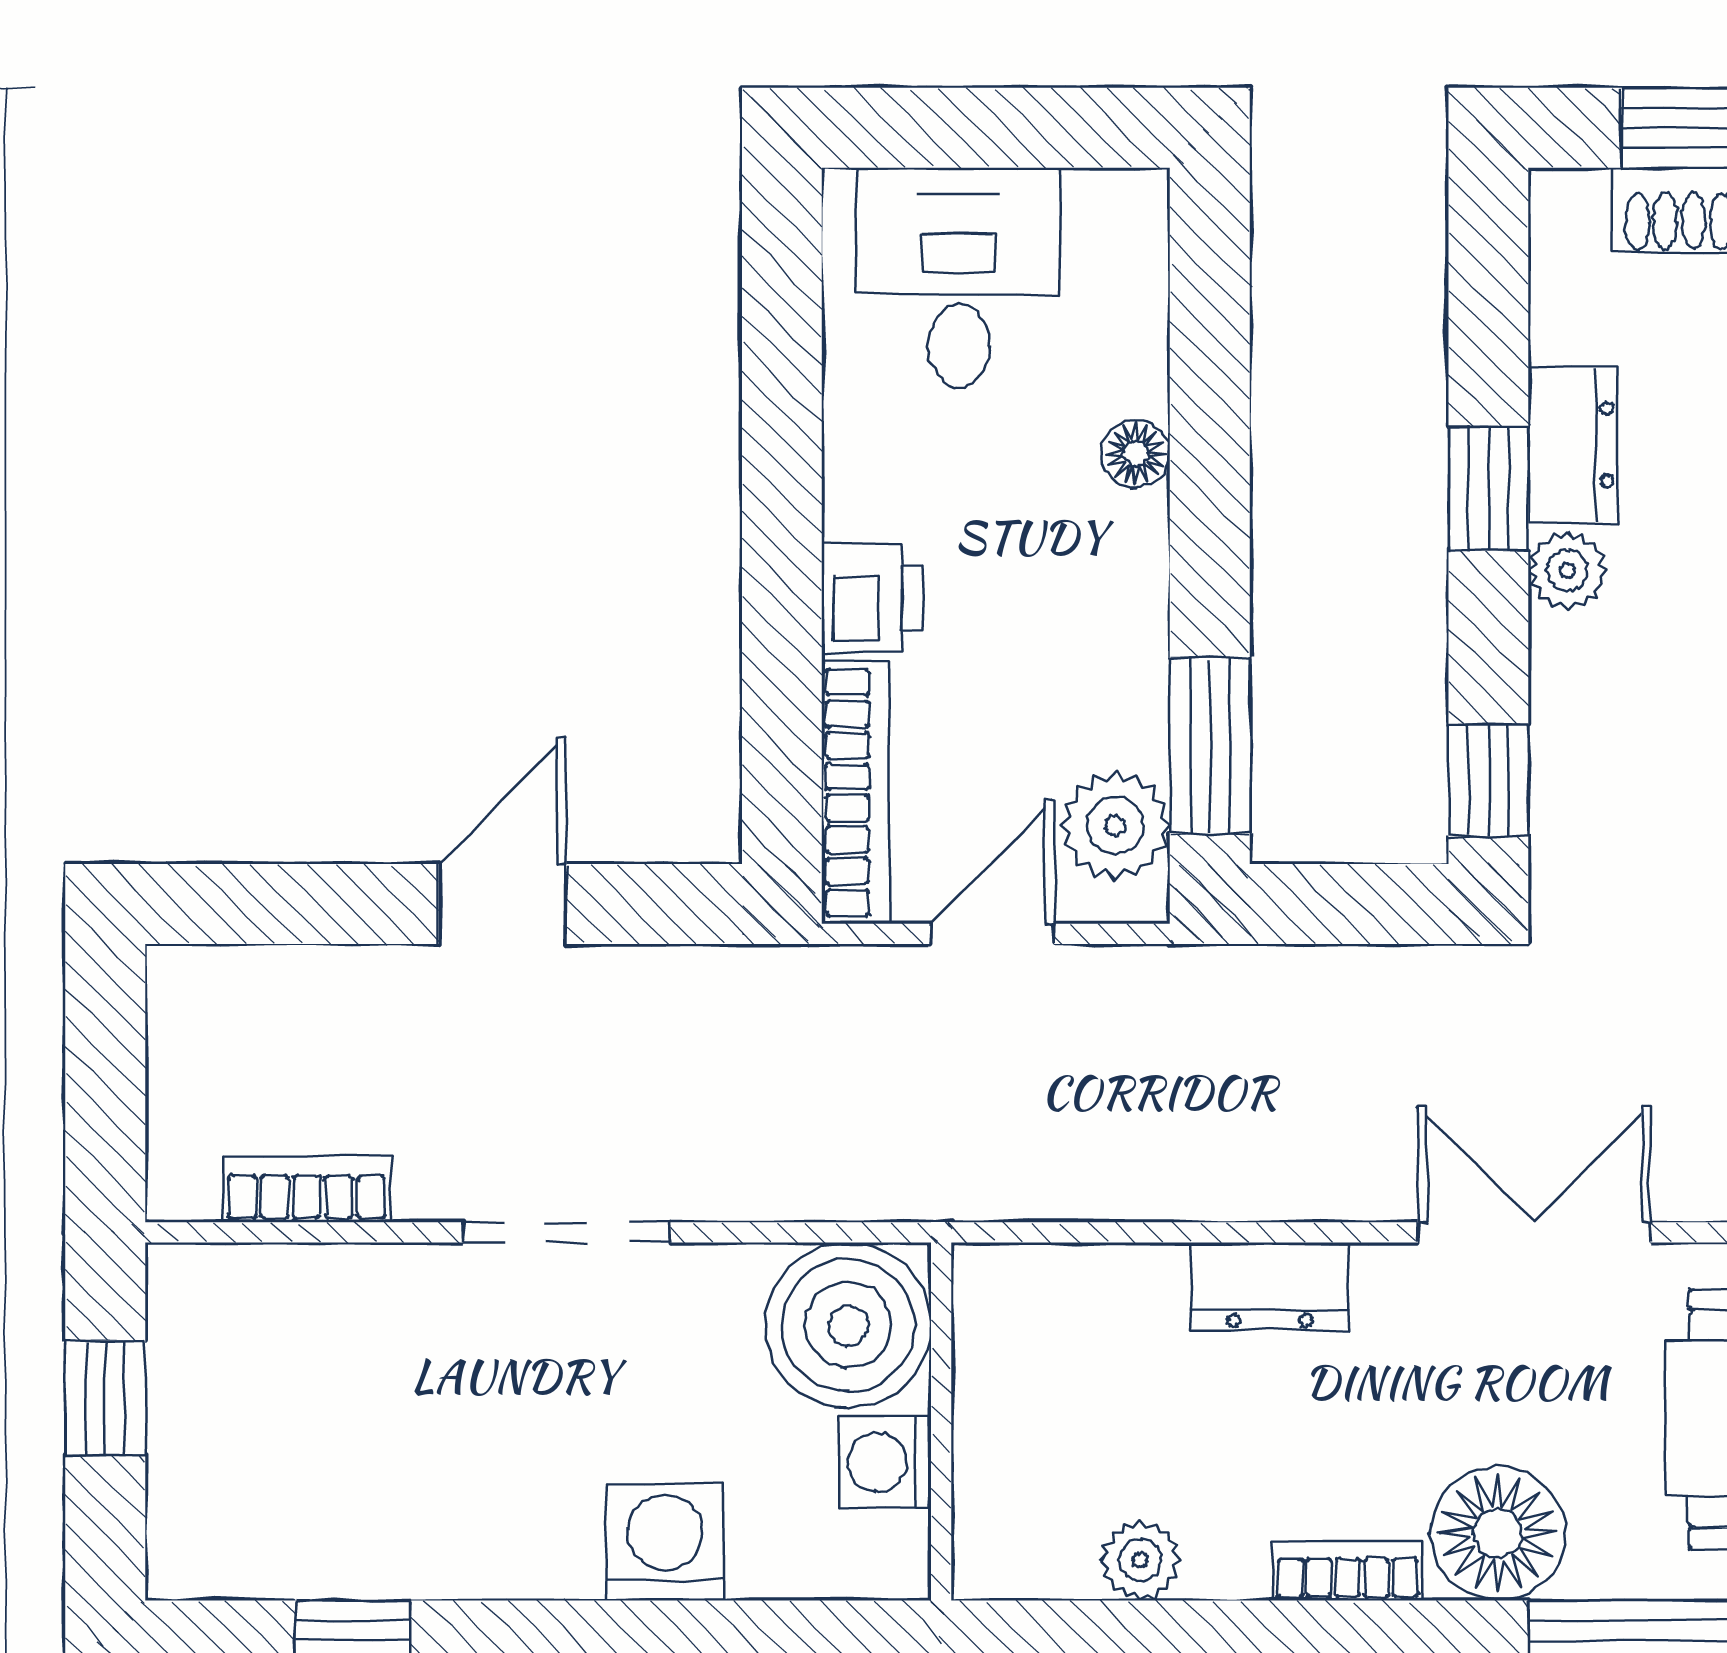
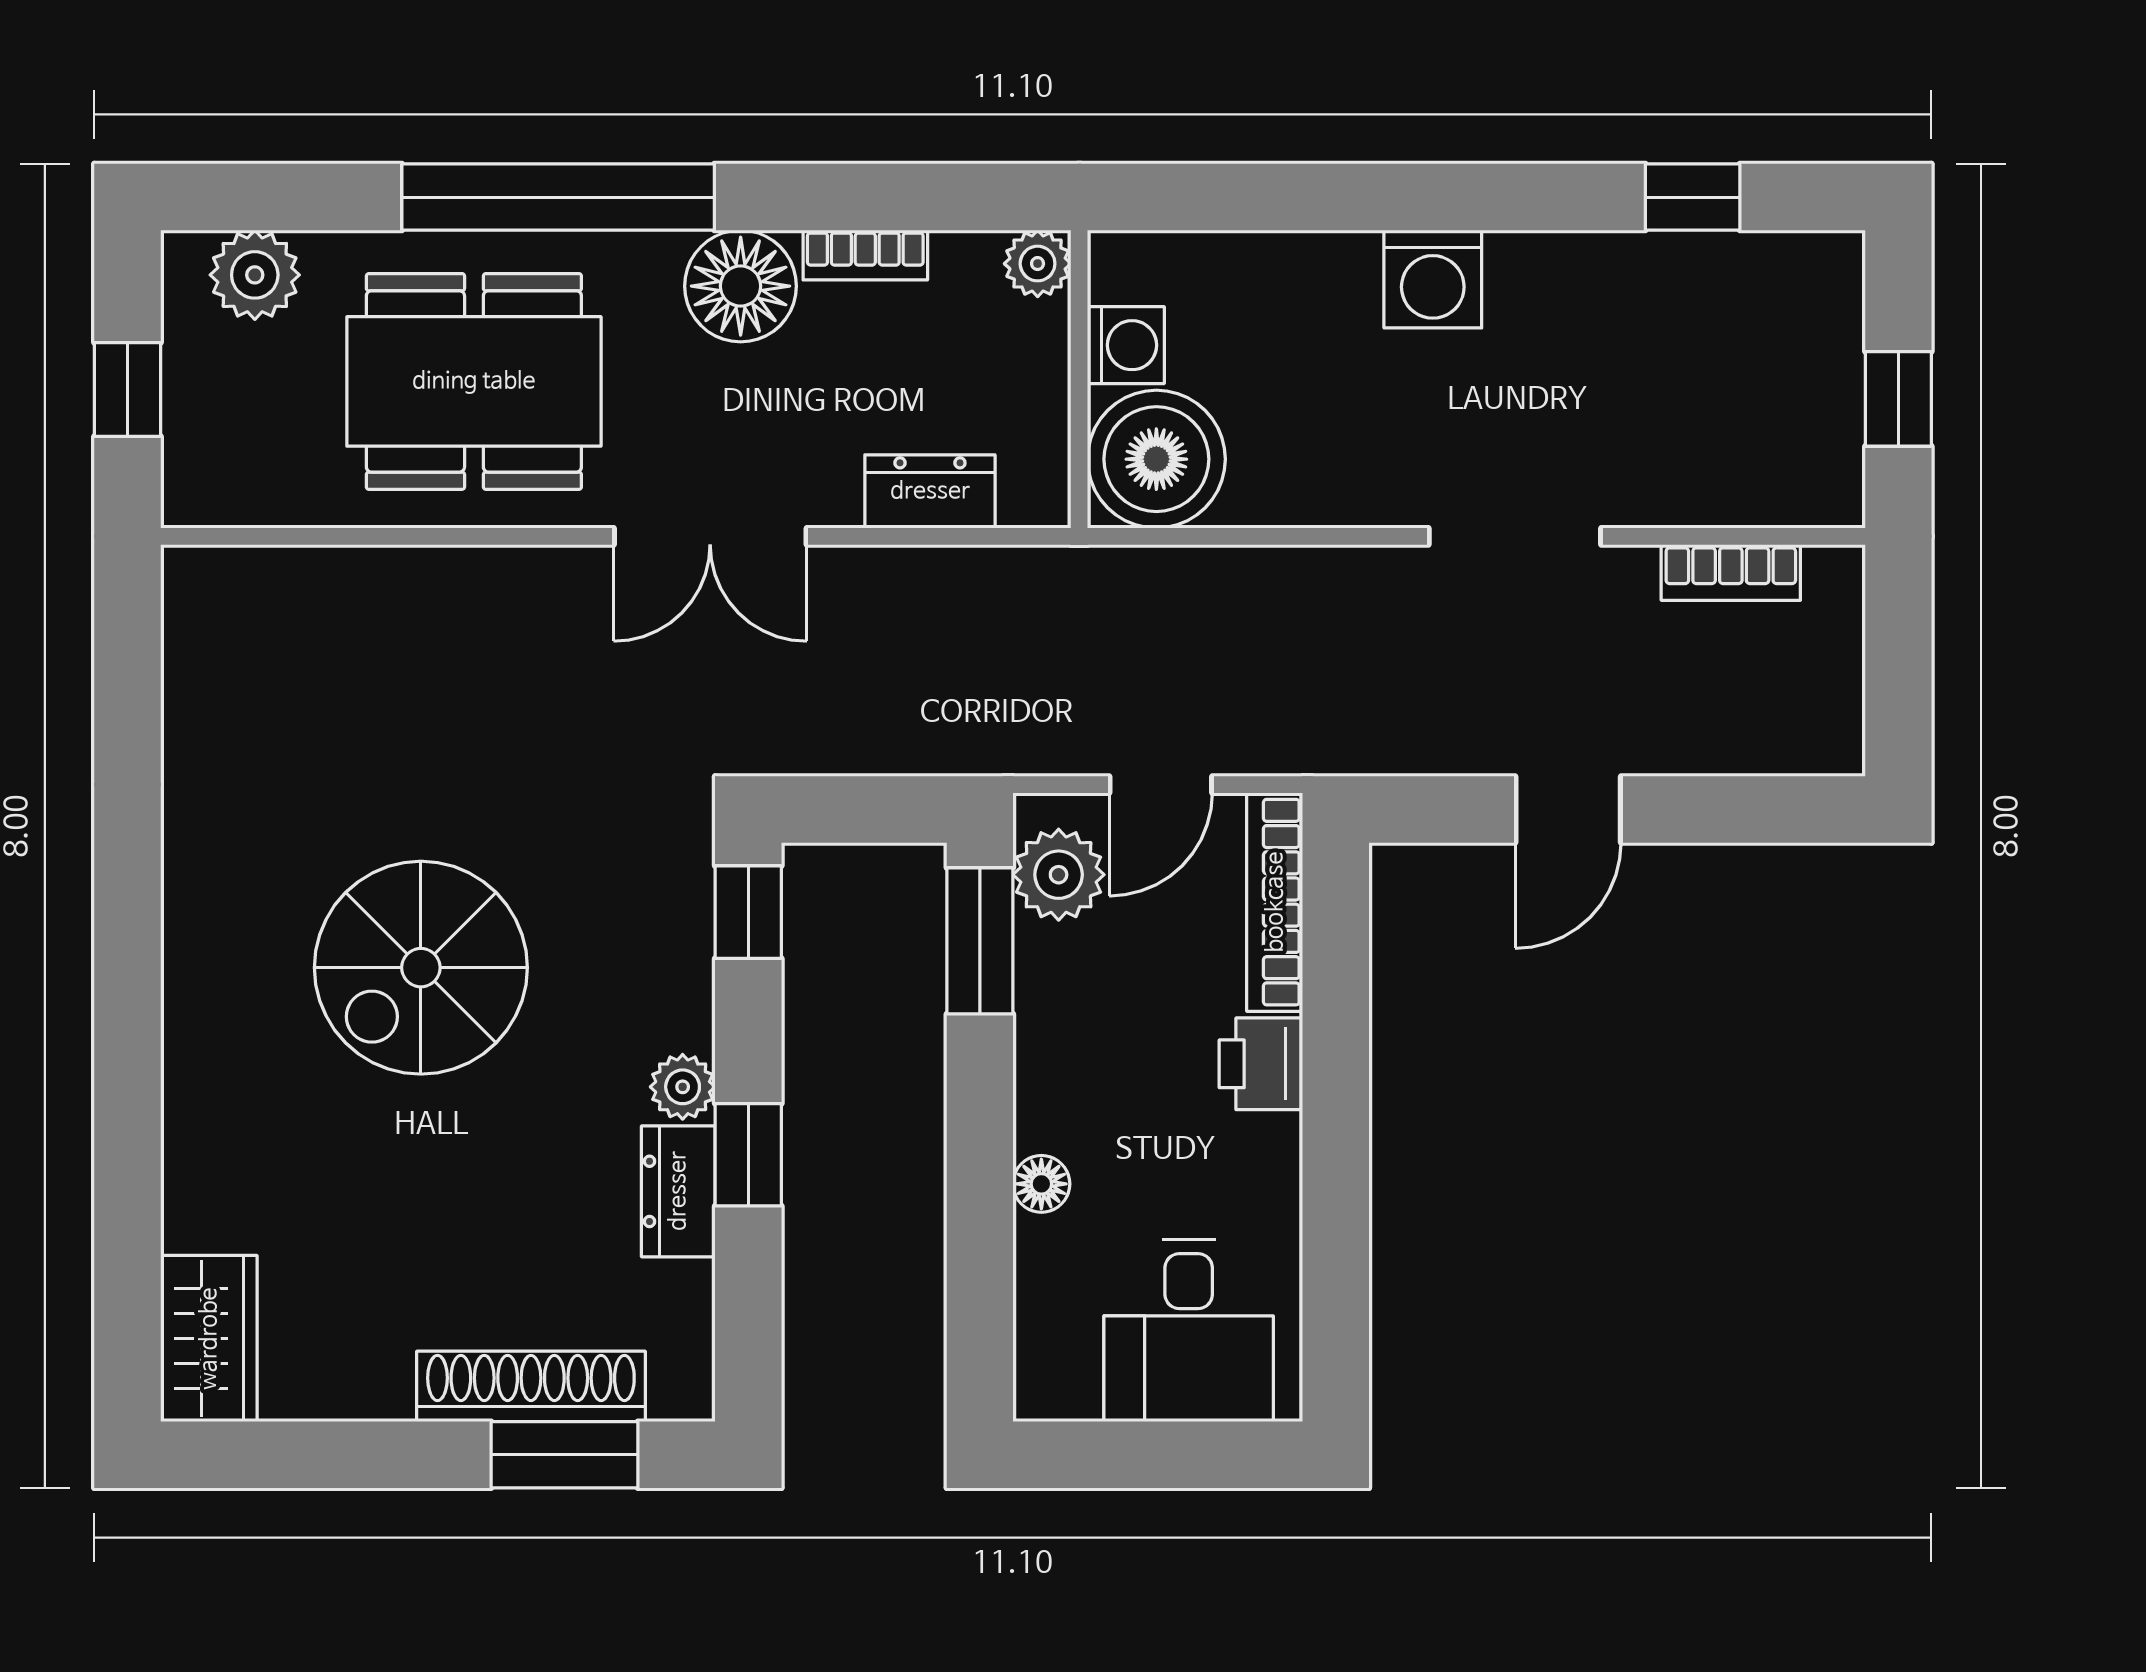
boiler: (848, 1325) -> (1156, 459), moved
wall: (941, 1421) -> (1079, 379), moved
washing machine: (885, 1462) -> (1126, 345), moved

